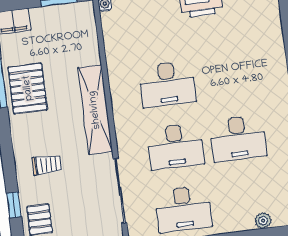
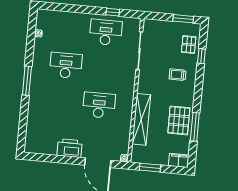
shelving: (95, 110) -> (141, 119), moved
desk: (175, 146) -> (102, 69), removed
plant: (263, 221) -> (62, 16), removed

